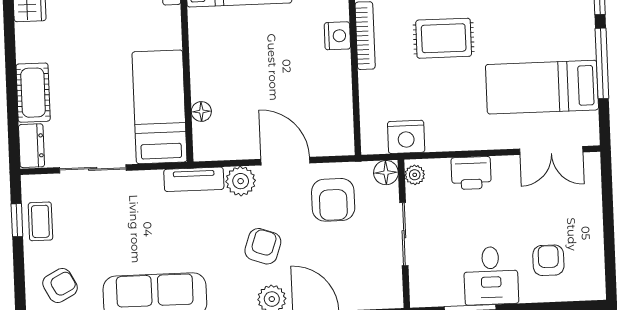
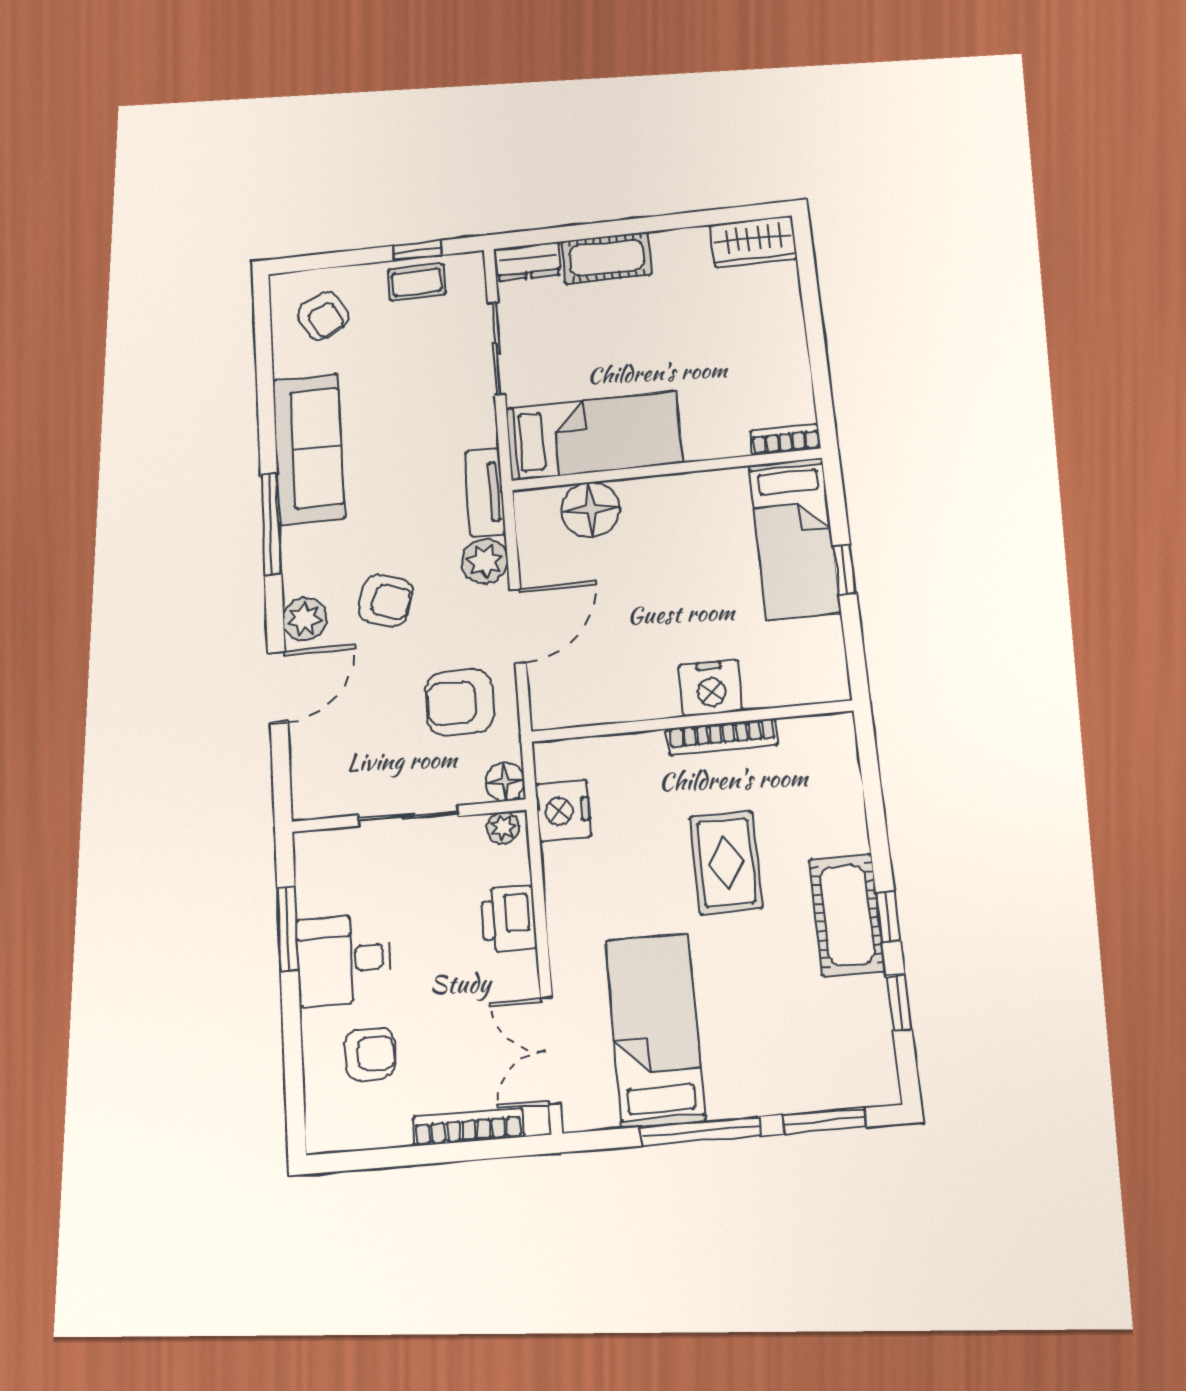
nightstand: (337, 36) -> (711, 688), width x1.36, depth x1.33
floor lamp: (201, 111) -> (591, 509), width x1.89, depth x1.89
bookcase: (594, 201) -> (468, 1127), added

